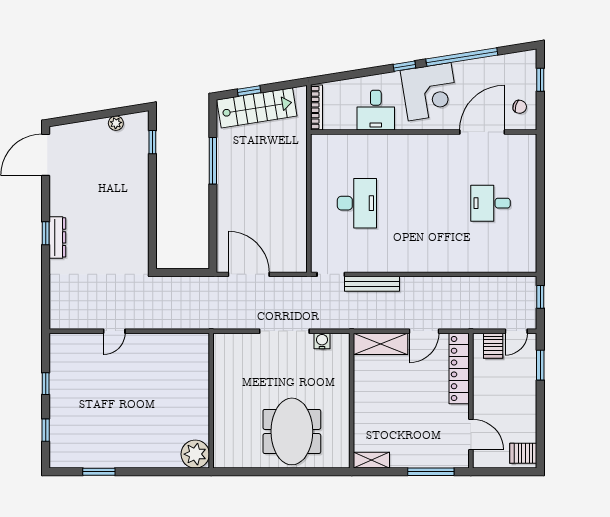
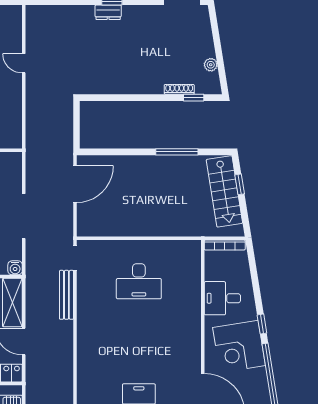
shoe rack: (143, 158) -> (179, 89), added
dresser: (57, 237) -> (108, 12), width x0.70
water cooler: (322, 341) -> (15, 268), moved, turned 90

